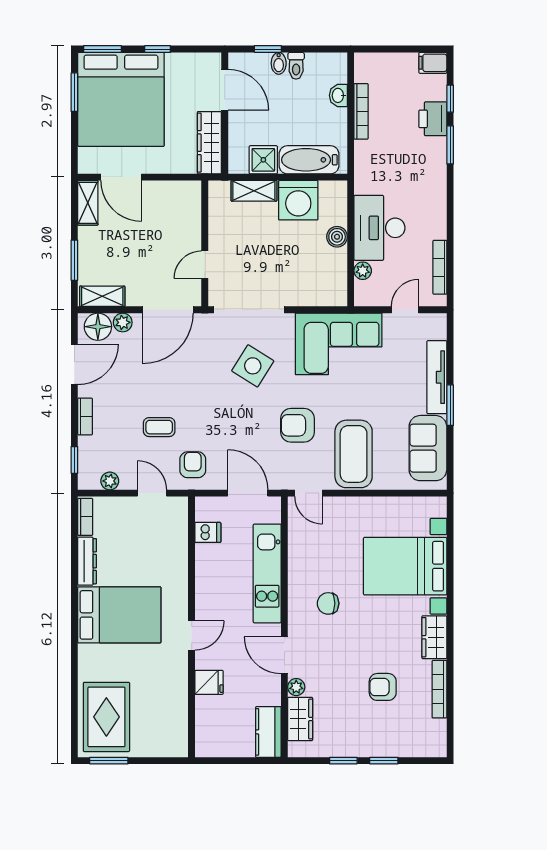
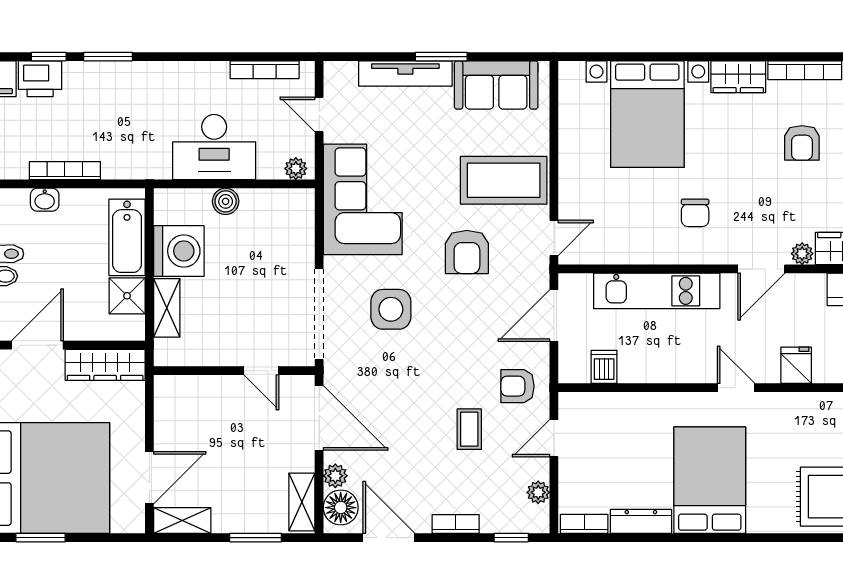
printer: (433, 119) -> (40, 79), moved
plant: (363, 271) -> (296, 169), moved
side table: (253, 366) -> (391, 309), turned -32

